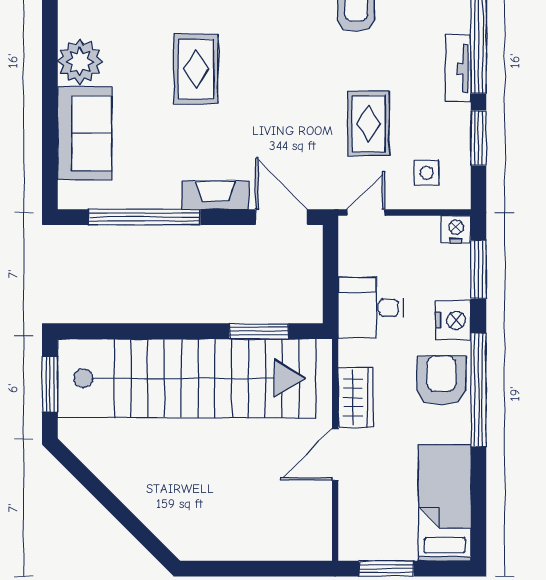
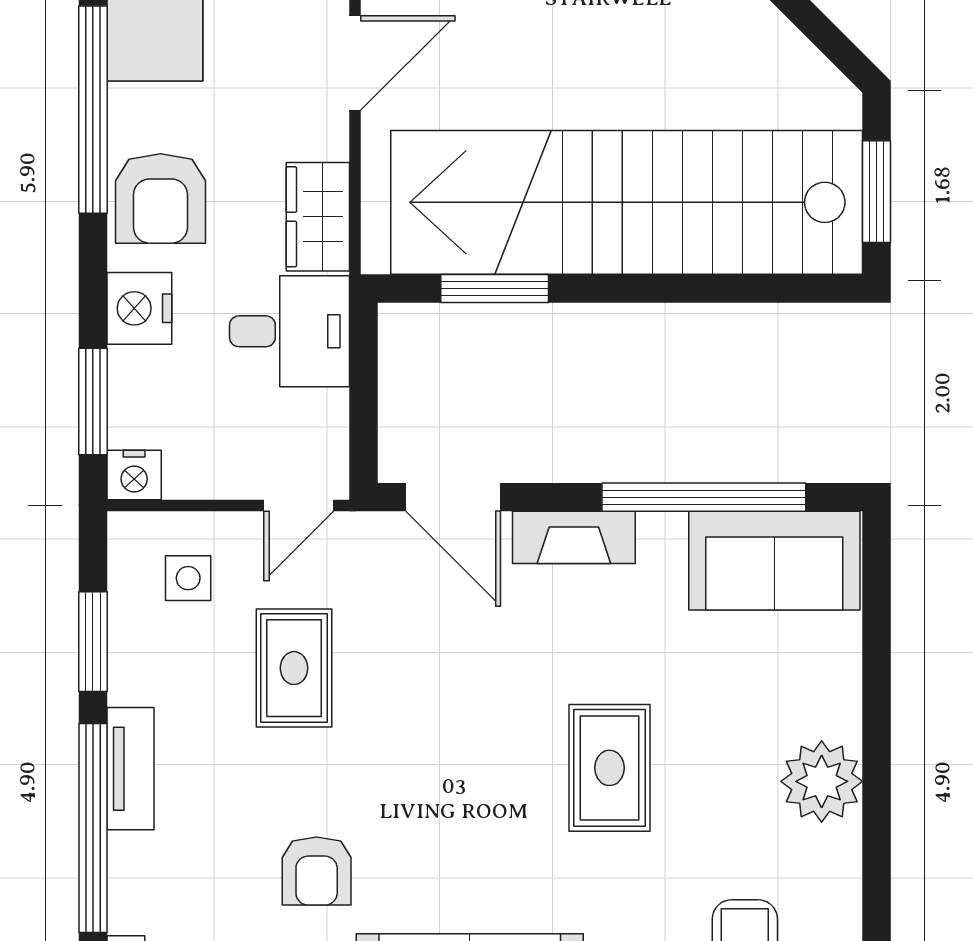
sofa: (85, 133) -> (774, 561), moved, turned -90
window: (478, 390) -> (93, 110), moved
wardrobe: (355, 398) -> (318, 217), moved

